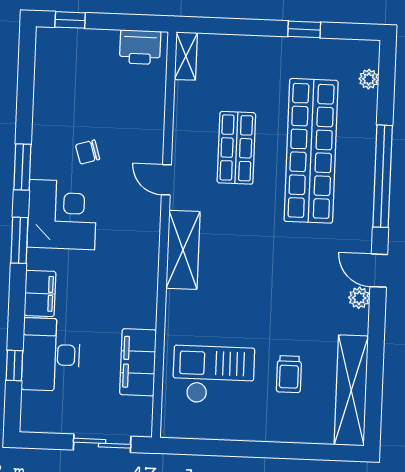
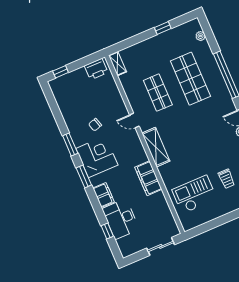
shop shelf: (311, 151) -> (190, 79), width x0.71
filing cabinet: (138, 362) -> (148, 178), moved

